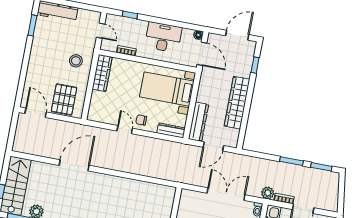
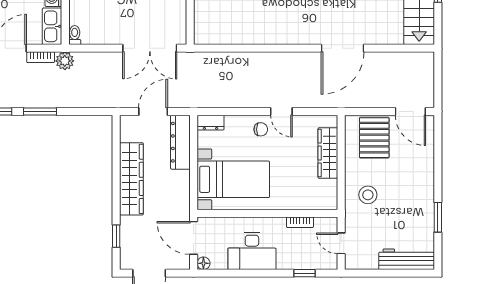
window: (32, 25) -> (438, 217), moved
wardrobe: (102, 73) -> (328, 153), moved
dresser: (171, 130) -> (211, 123), width x0.70
double door: (226, 194) -> (150, 48), moved

